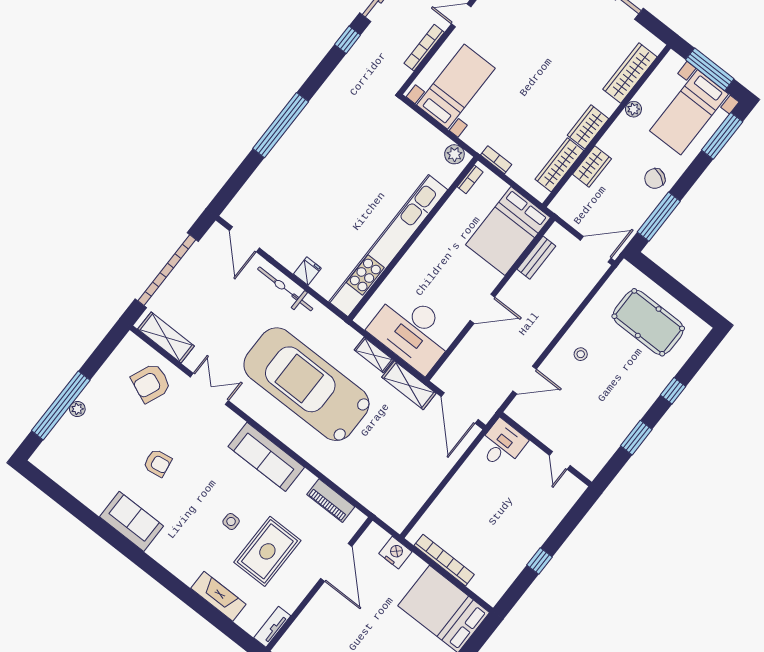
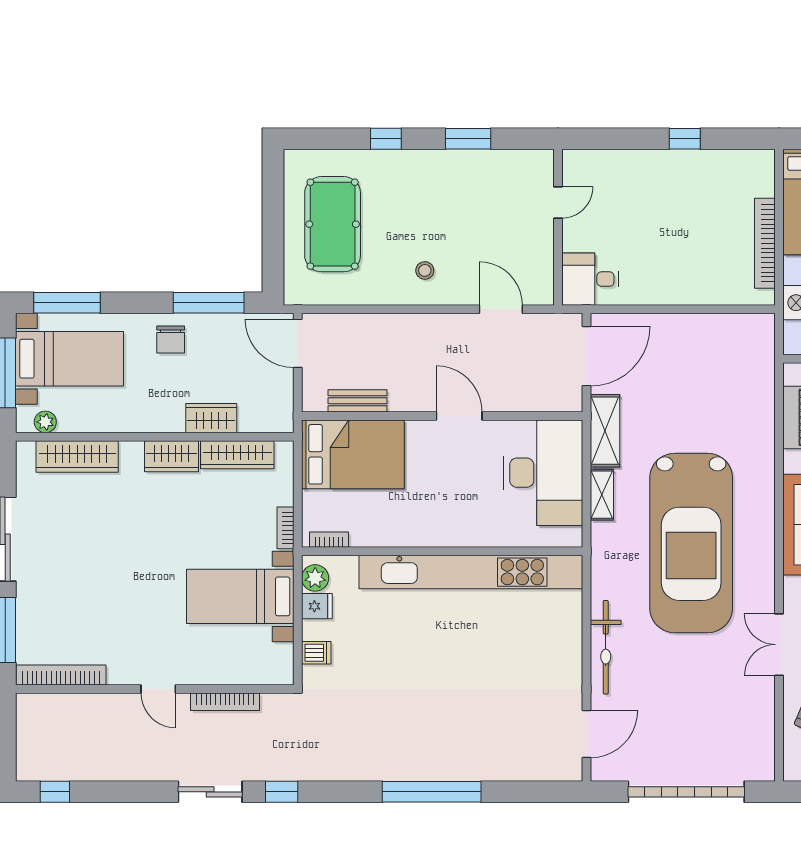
bed with nightstands: (456, 87) -> (240, 596), moved
plant: (633, 109) -> (45, 422), moved
dishwasher: (411, 122) -> (316, 653), added
chair: (655, 179) -> (171, 339), turned 64
fridge: (307, 271) -> (317, 606), moved, turned 180
shelving: (166, 337) -> (760, 735), removed

